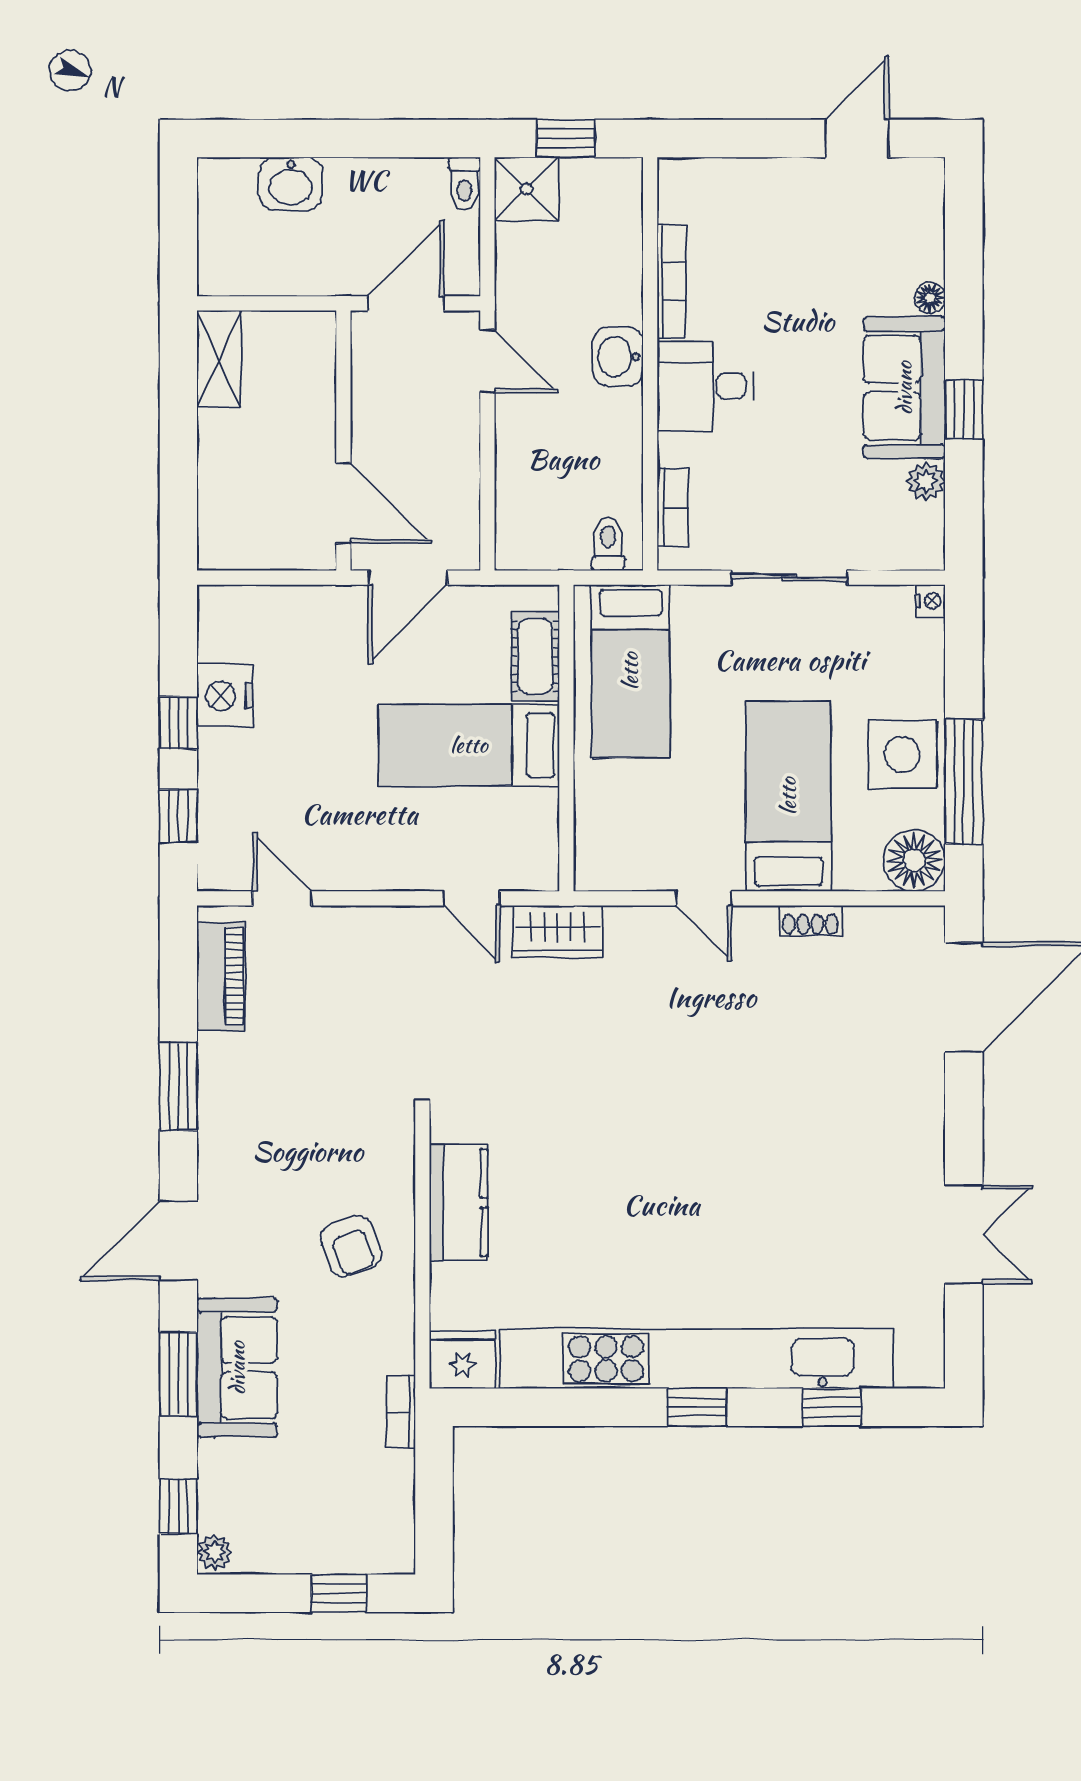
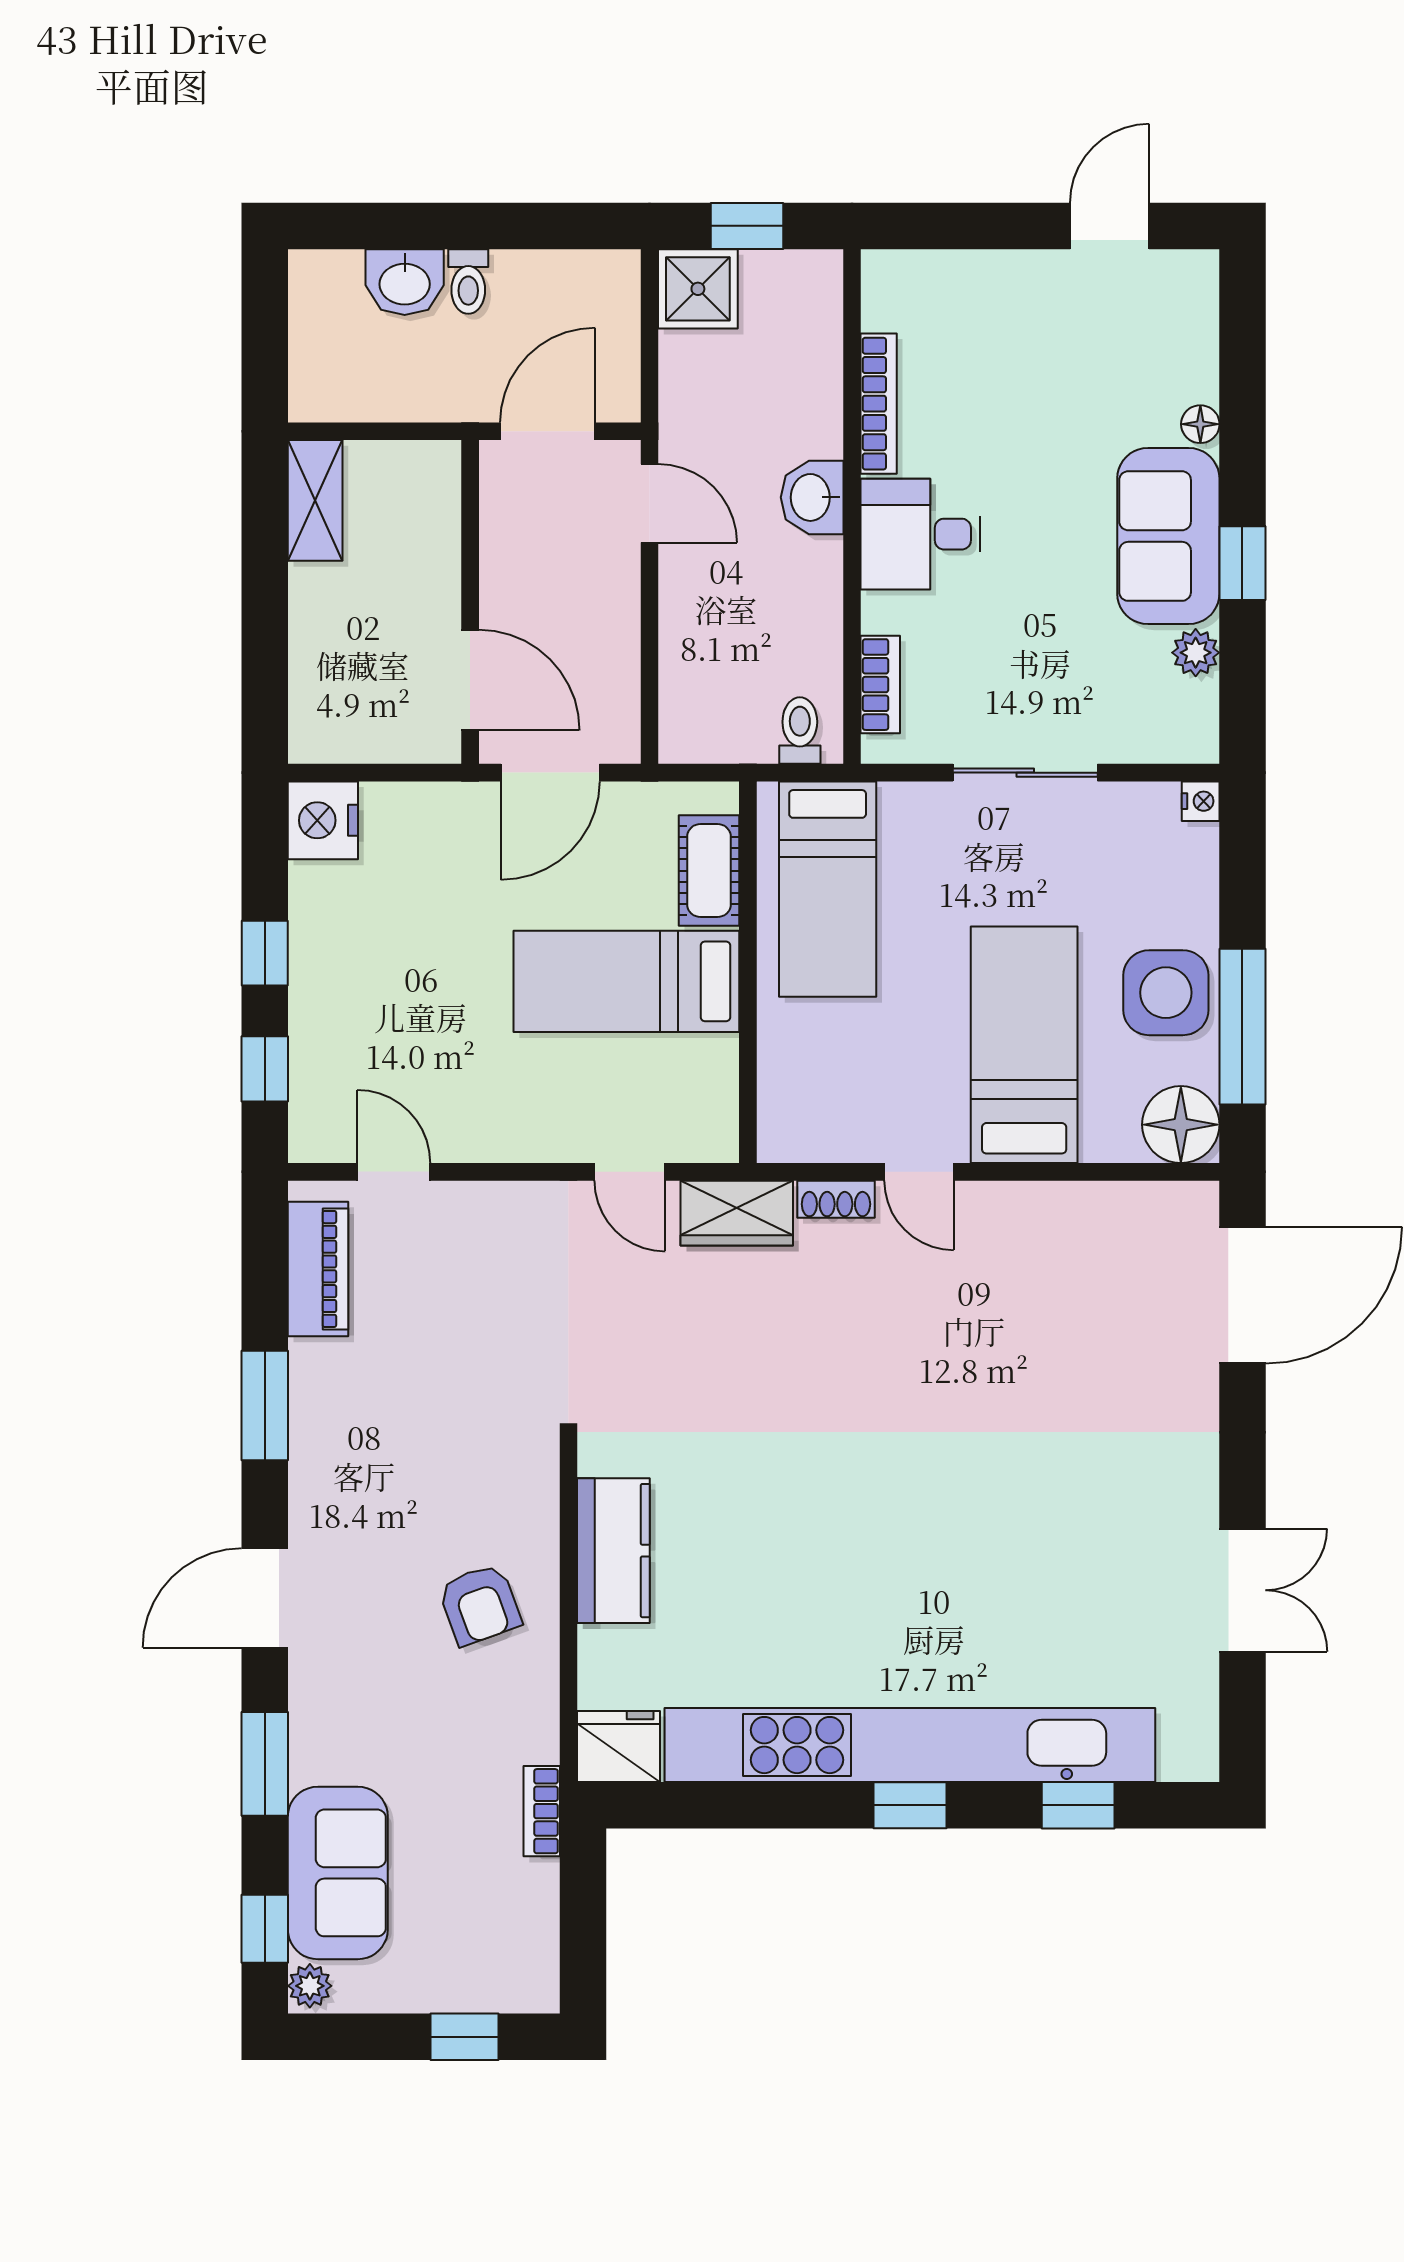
toilet: (464, 183) -> (468, 282), moved
nightstand: (225, 696) -> (323, 820), moved
shoe rack: (810, 920) -> (836, 1199), moved
sofa: (237, 1368) -> (338, 1873), moved

